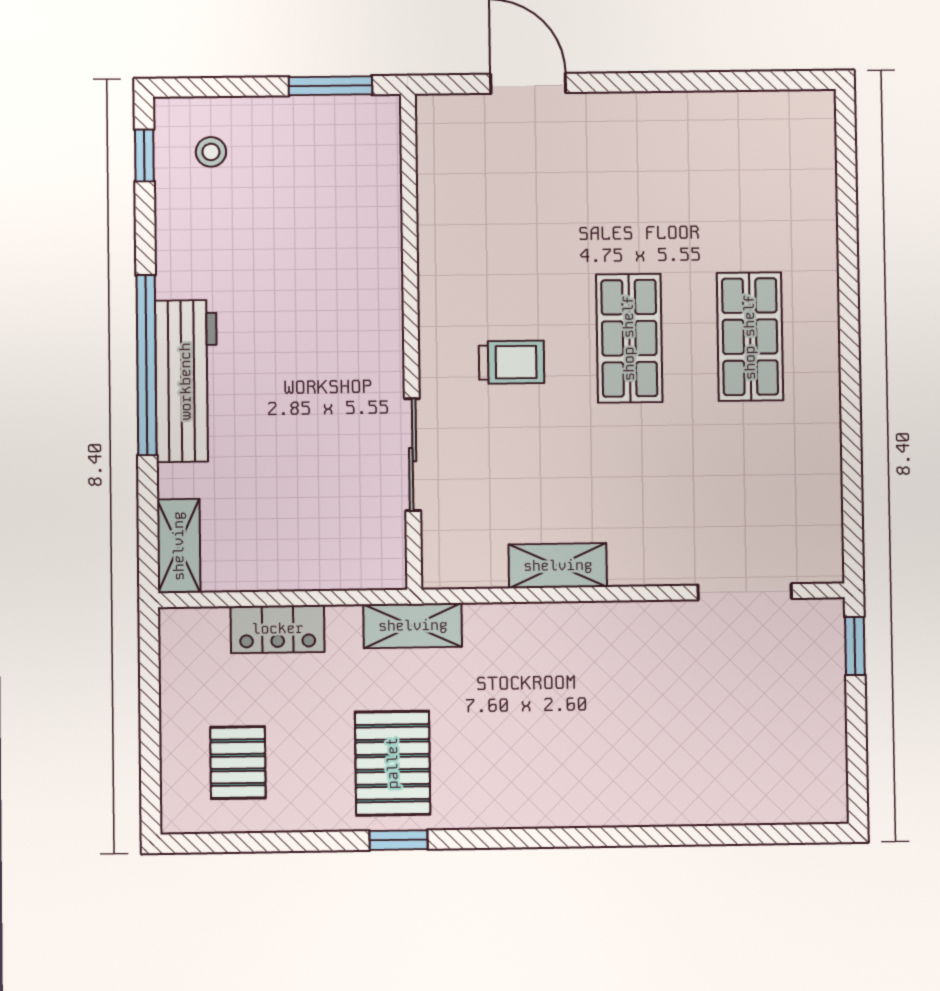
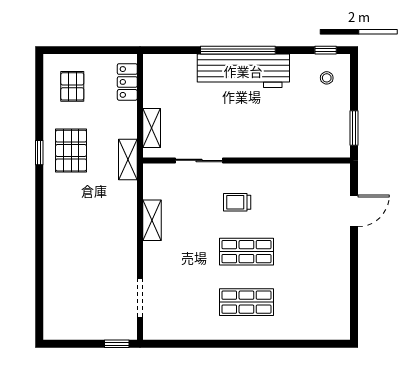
trolley: (512, 362) -> (237, 202), turned 90
workbench: (186, 381) -> (243, 71), width x1.36, depth x1.32
shelving: (179, 546) -> (152, 128), moved, turned 90
locker: (278, 629) -> (127, 82), moved
pallet: (238, 763) -> (72, 86), turned 90
pallet: (393, 763) -> (71, 151), turned 90

